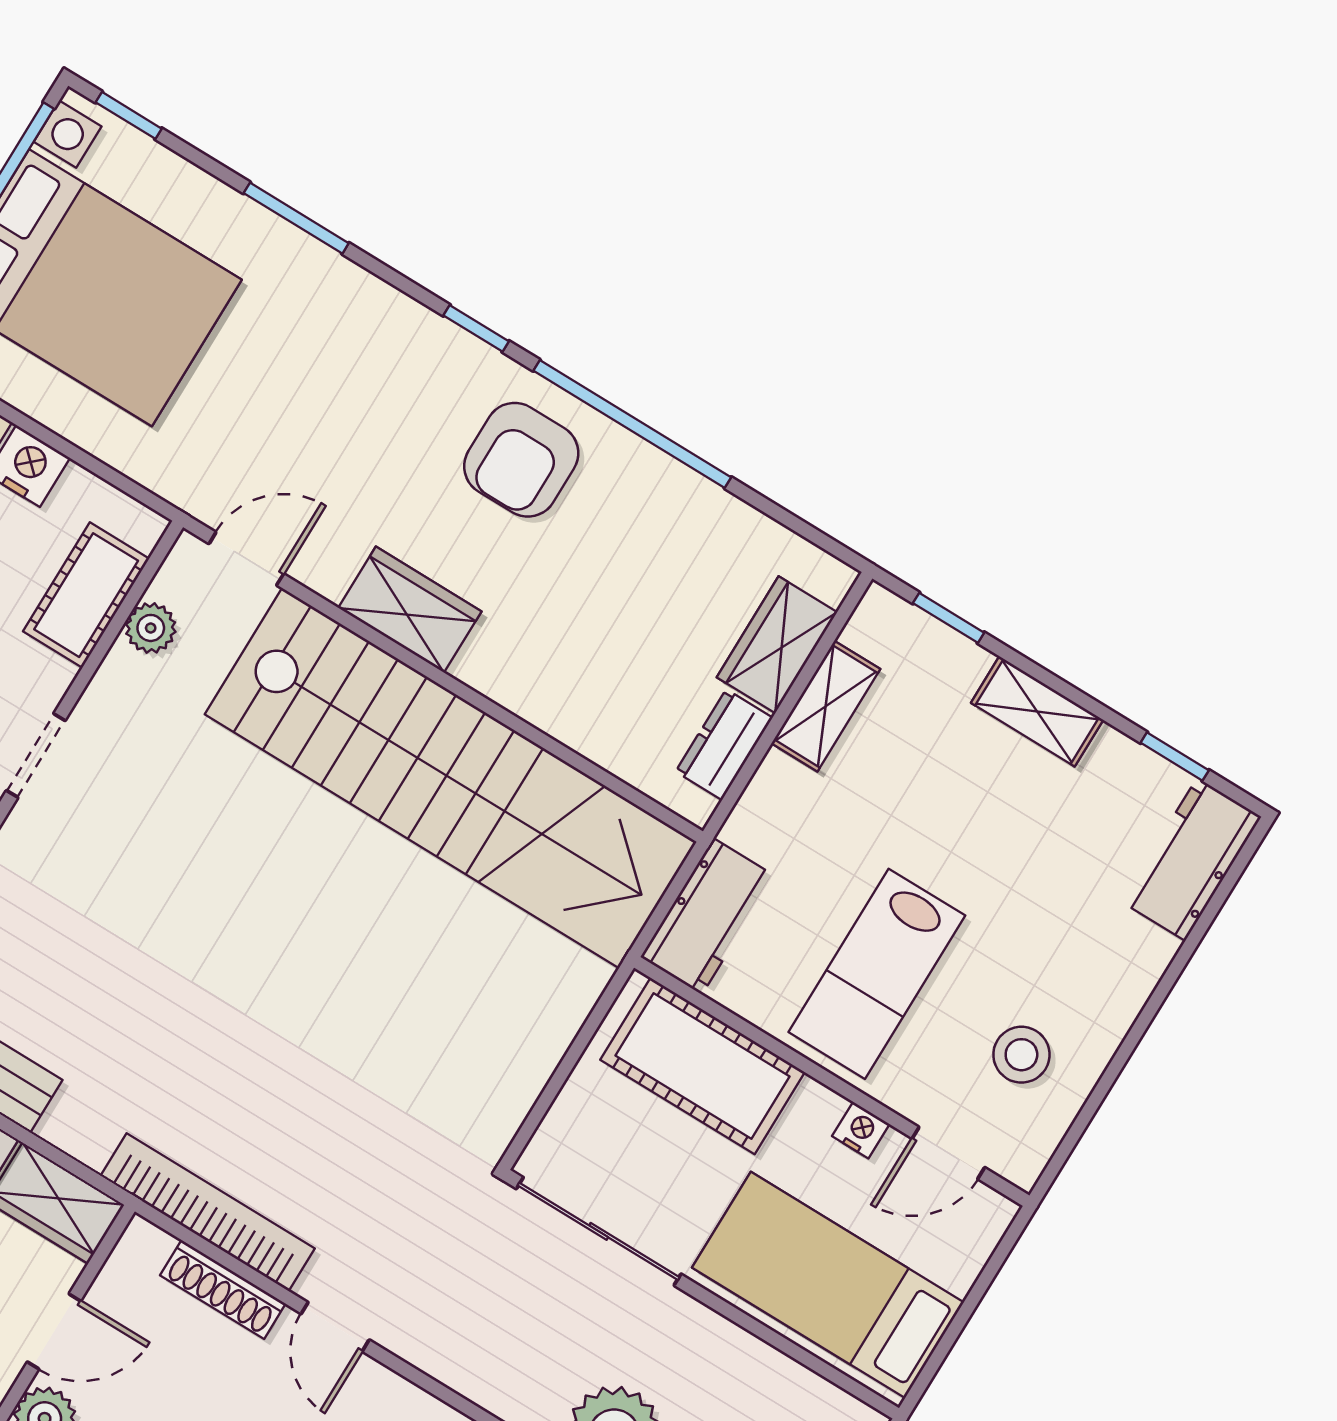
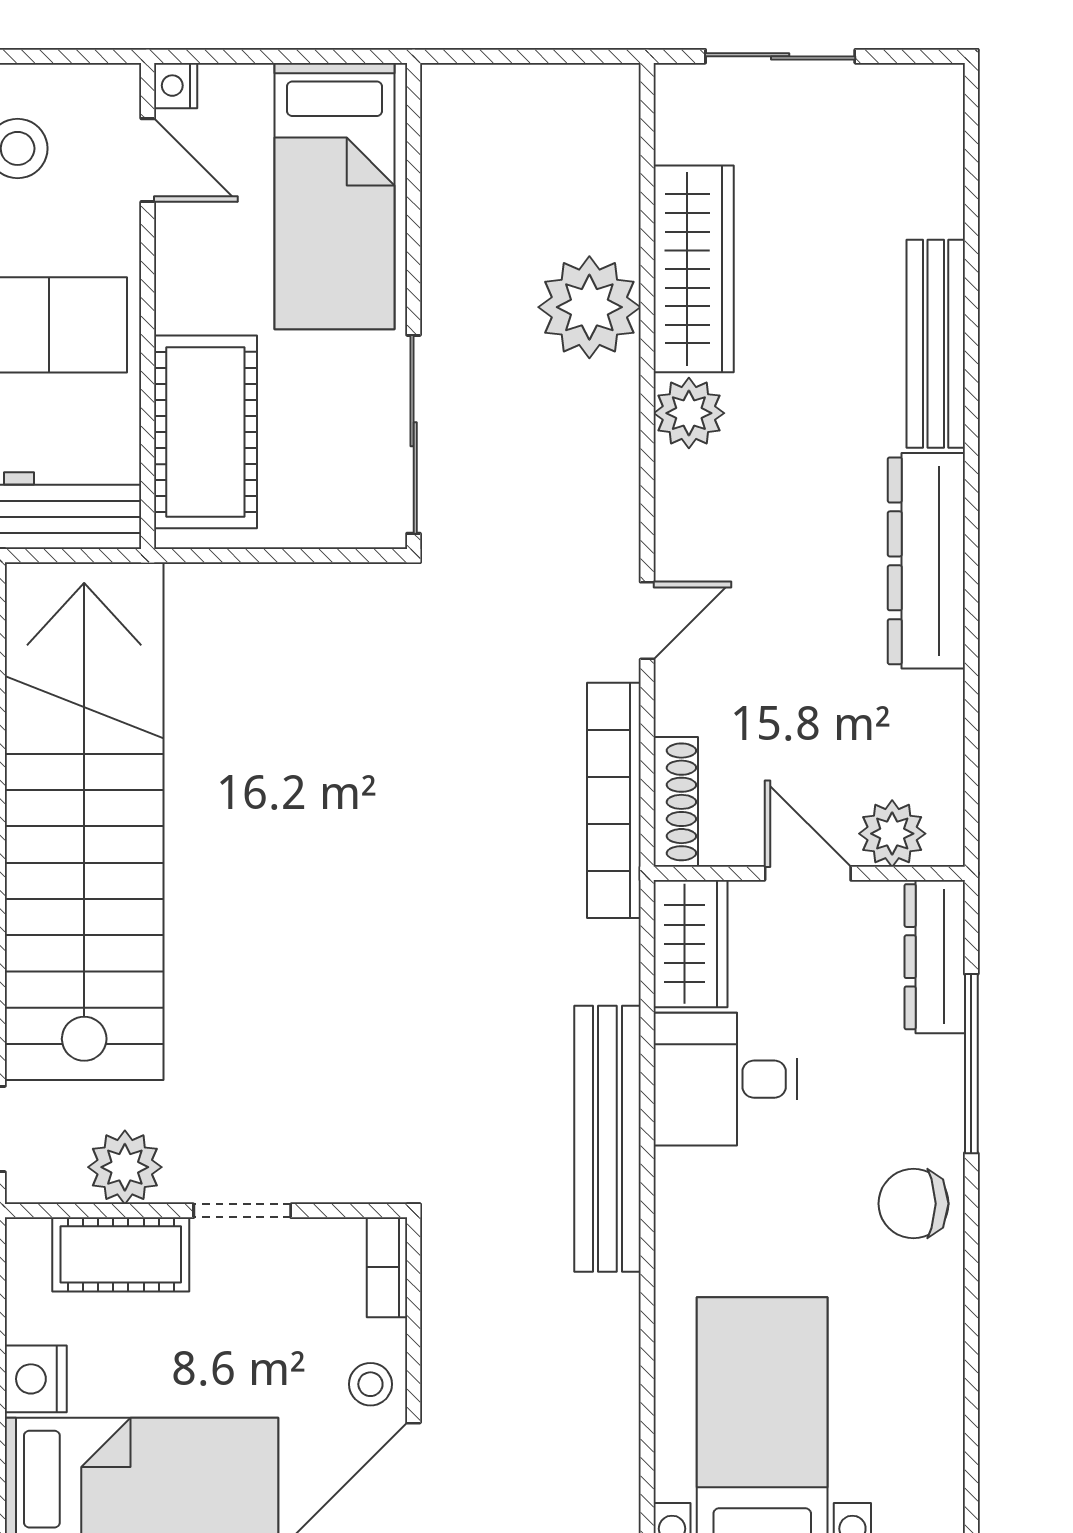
plant: (151, 628) -> (125, 1167), width x1.38, depth x1.38
doorway: (36, 755) -> (242, 1211), moved
nightstand: (861, 1130) -> (176, 86), moved
shoe rack: (223, 1289) -> (676, 802), moved

